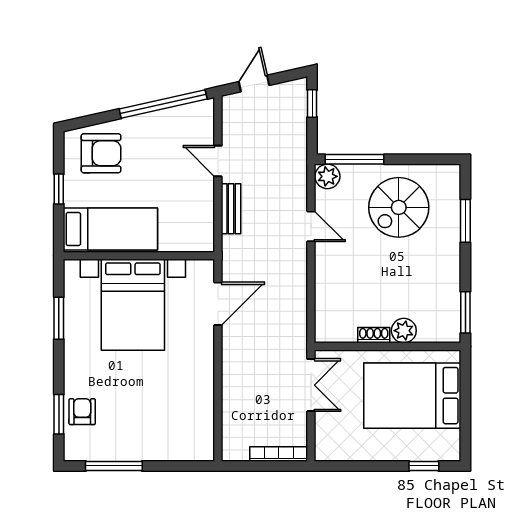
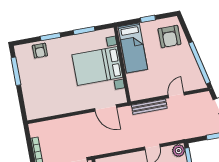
bench: (231, 209) -> (149, 107), width x1.36
armchair: (82, 412) -> (40, 51), turned 90
window: (59, 414) -> (50, 37), moved

